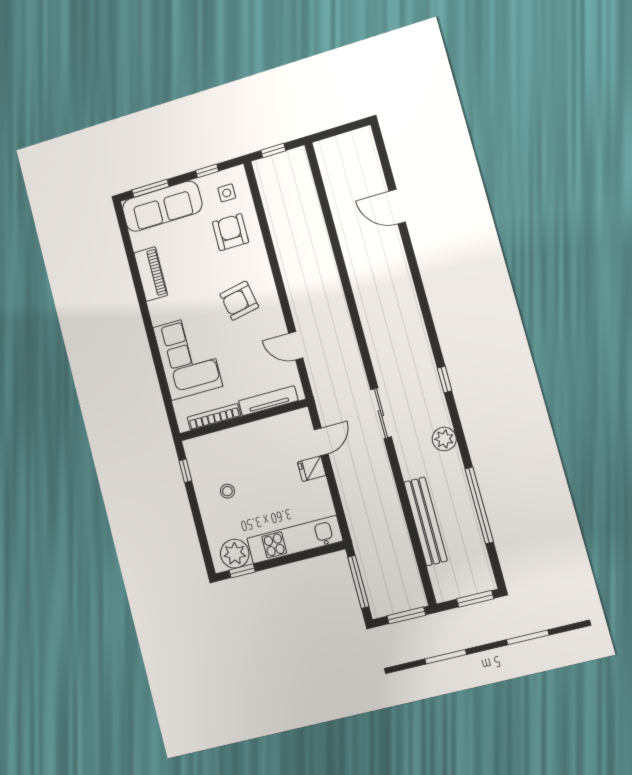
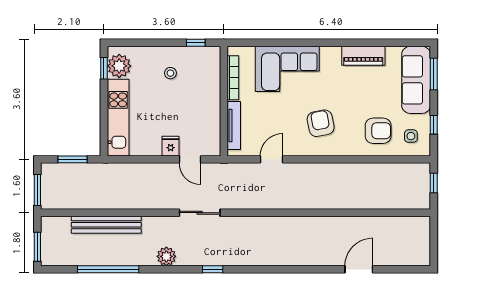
window: (358, 582) -> (73, 159), width x0.69

